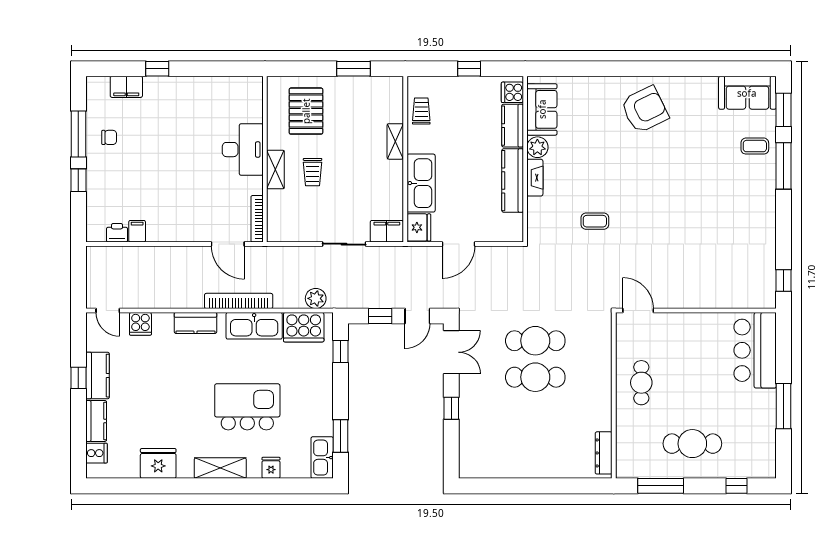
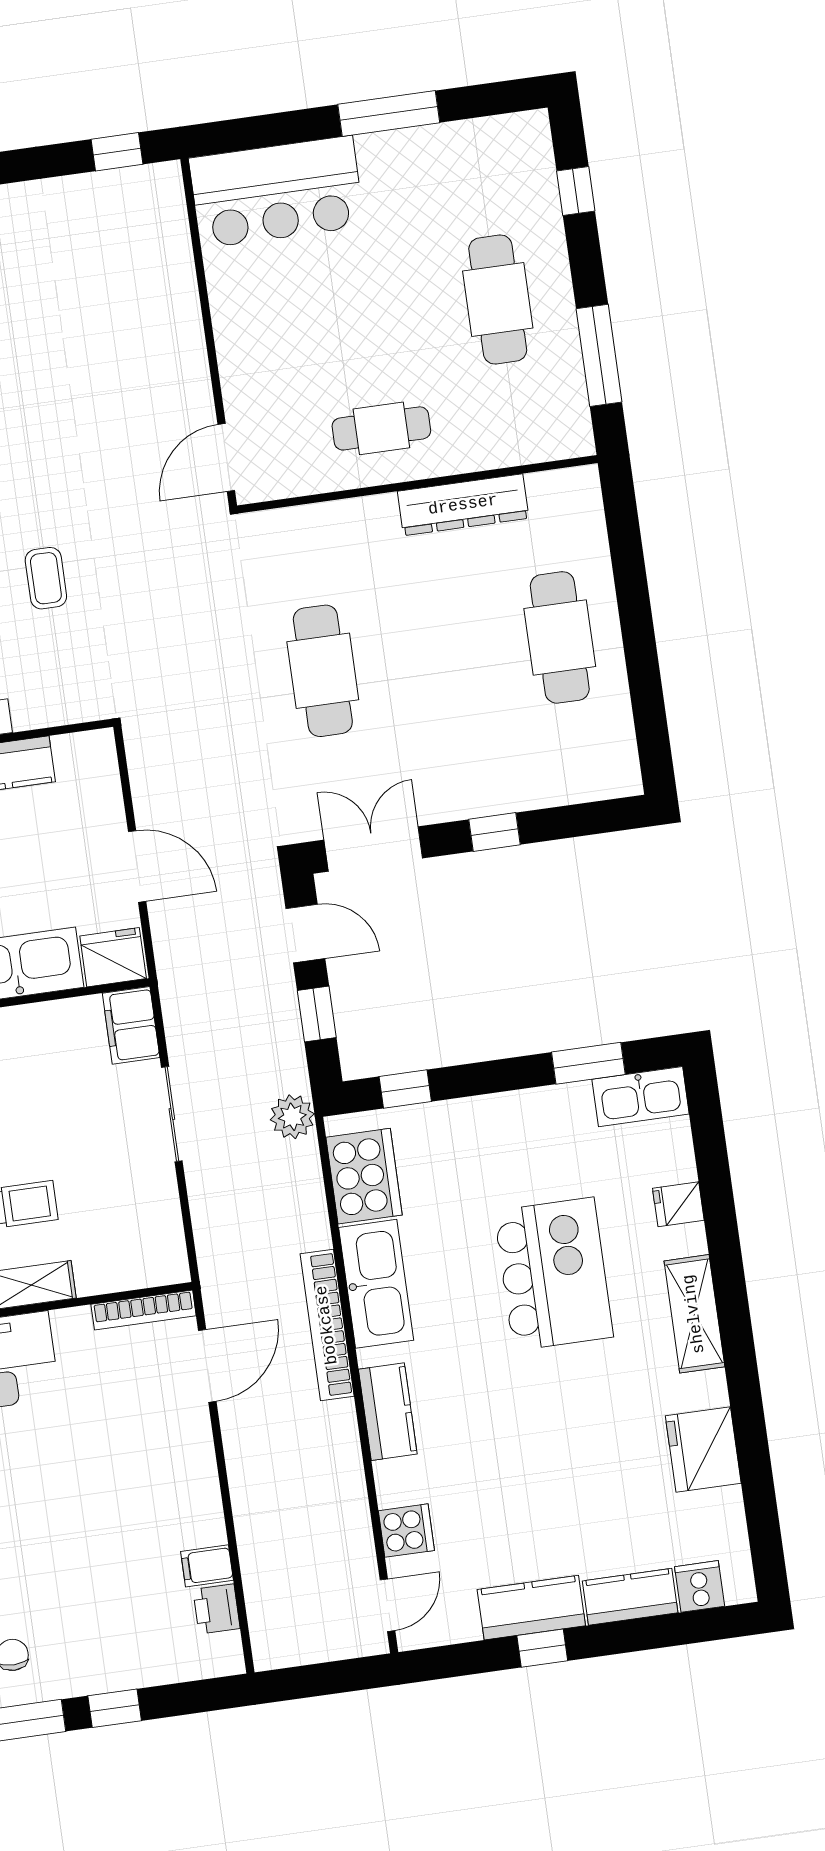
plant: (316, 298) -> (292, 1117), moved
cafe table: (535, 377) -> (560, 637), moved
kitchen island: (247, 407) -> (554, 1274), turned 180
dresser: (604, 453) -> (463, 505), moved, width x1.37, depth x1.24

